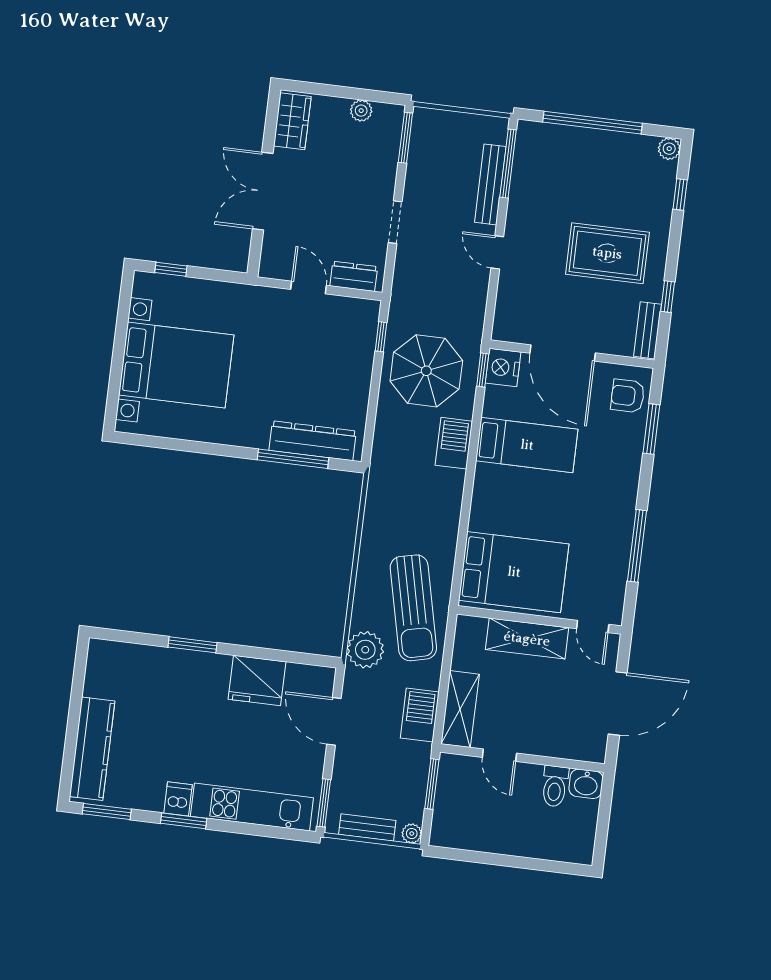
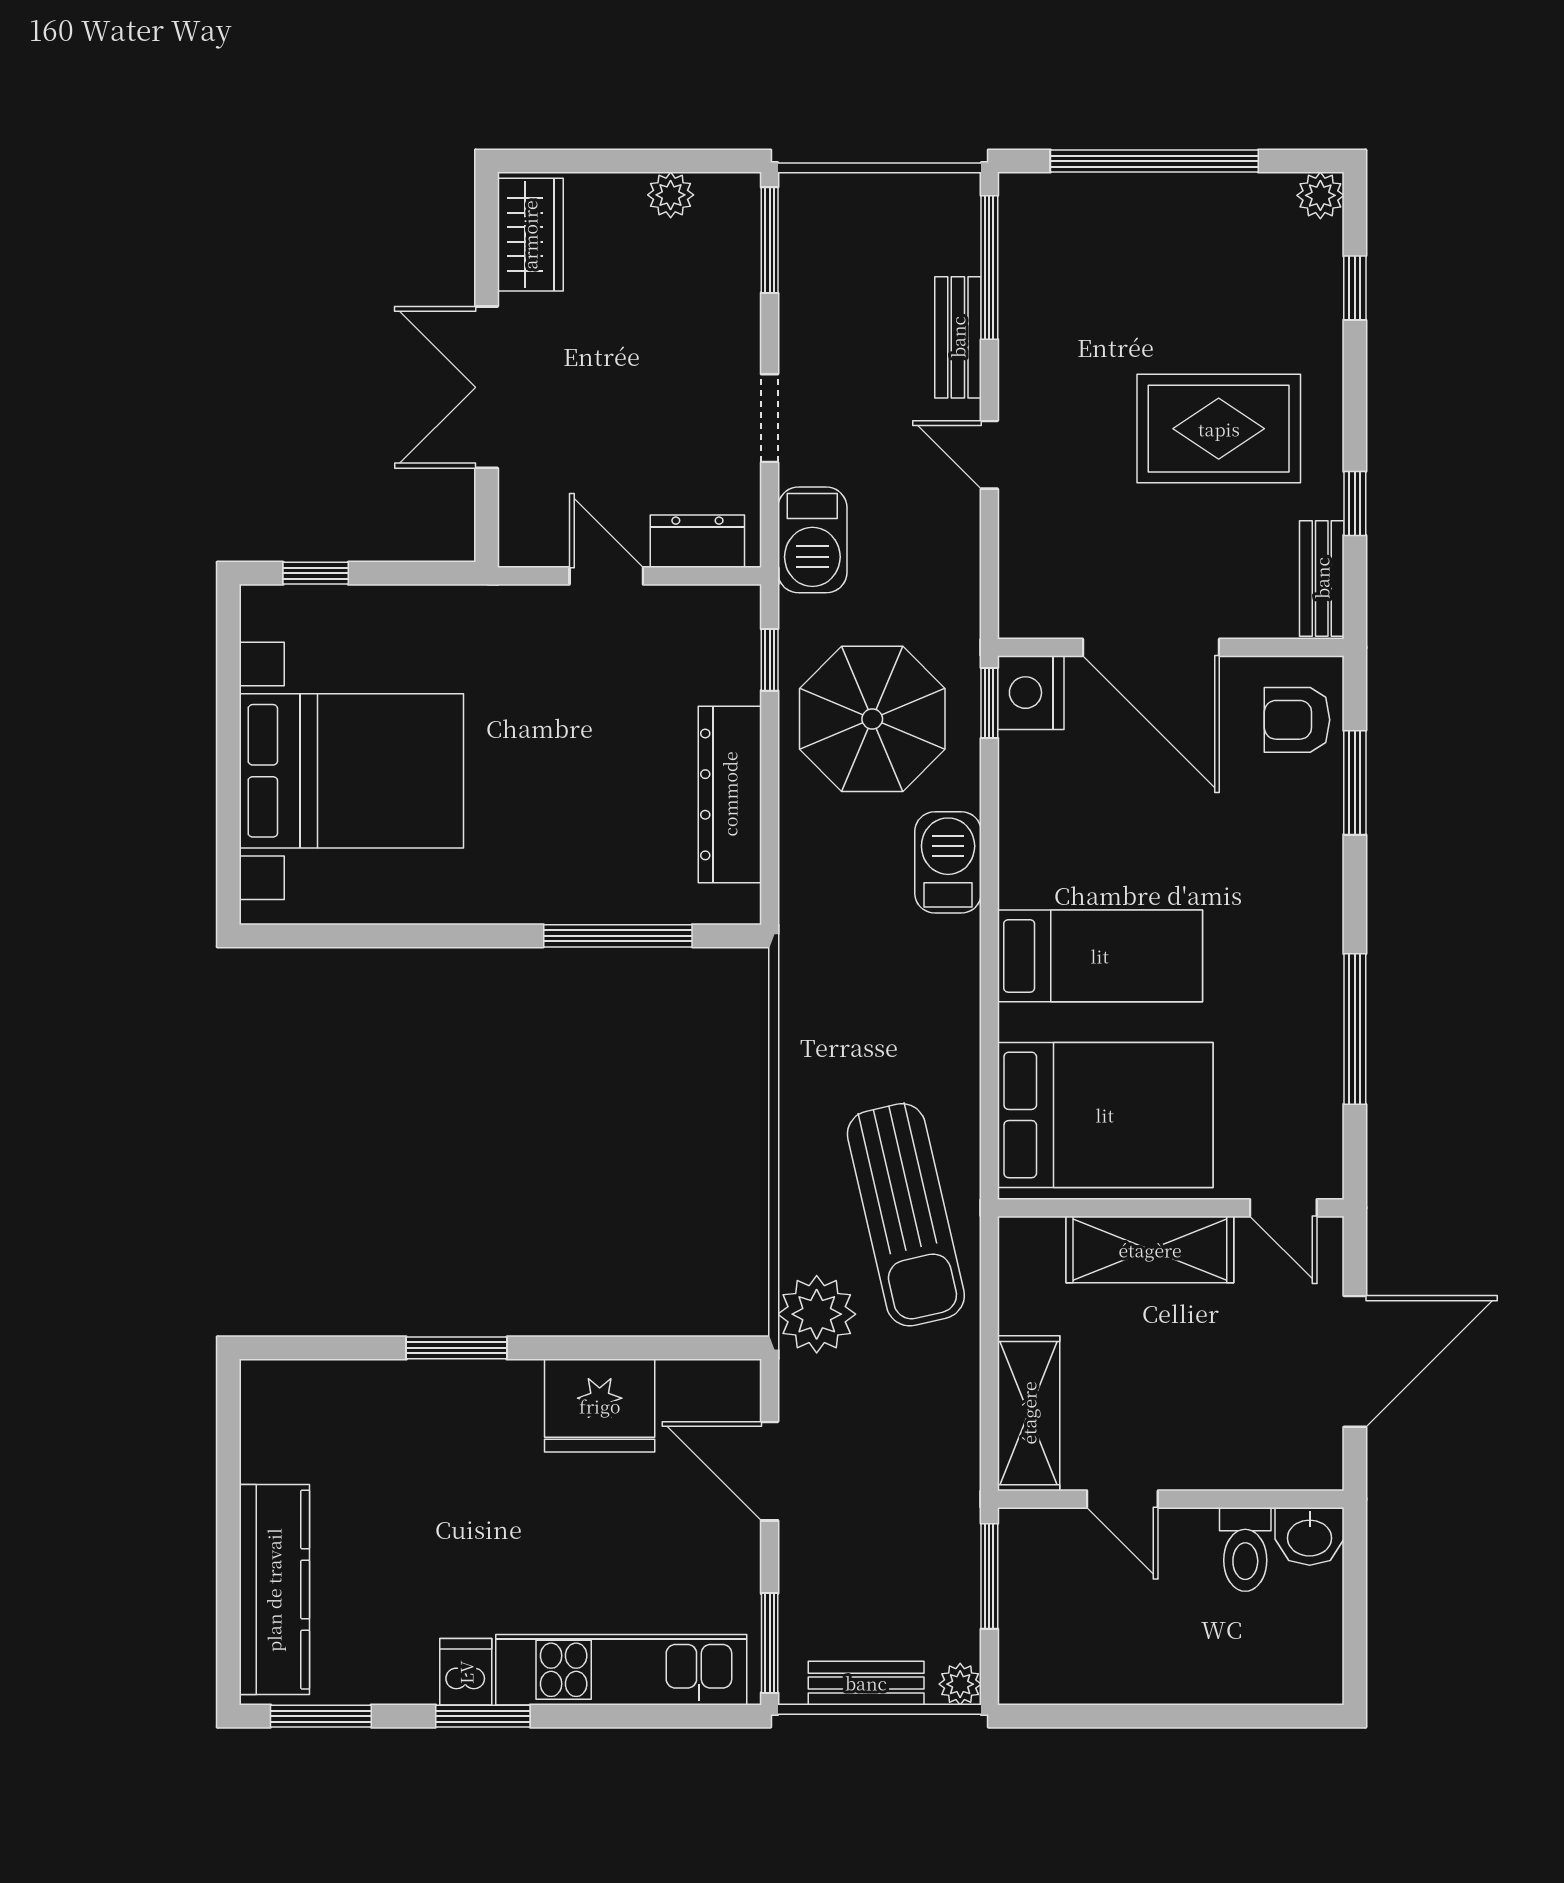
bench: (490, 184) -> (958, 337), width x0.73
dresser: (313, 441) -> (730, 794), moved, turned -90
bed: (527, 445) -> (1100, 956), moved
barbecue: (420, 715) -> (812, 540), moved, turned 180

